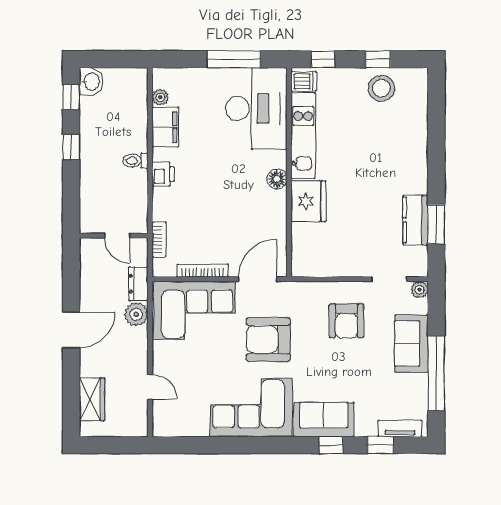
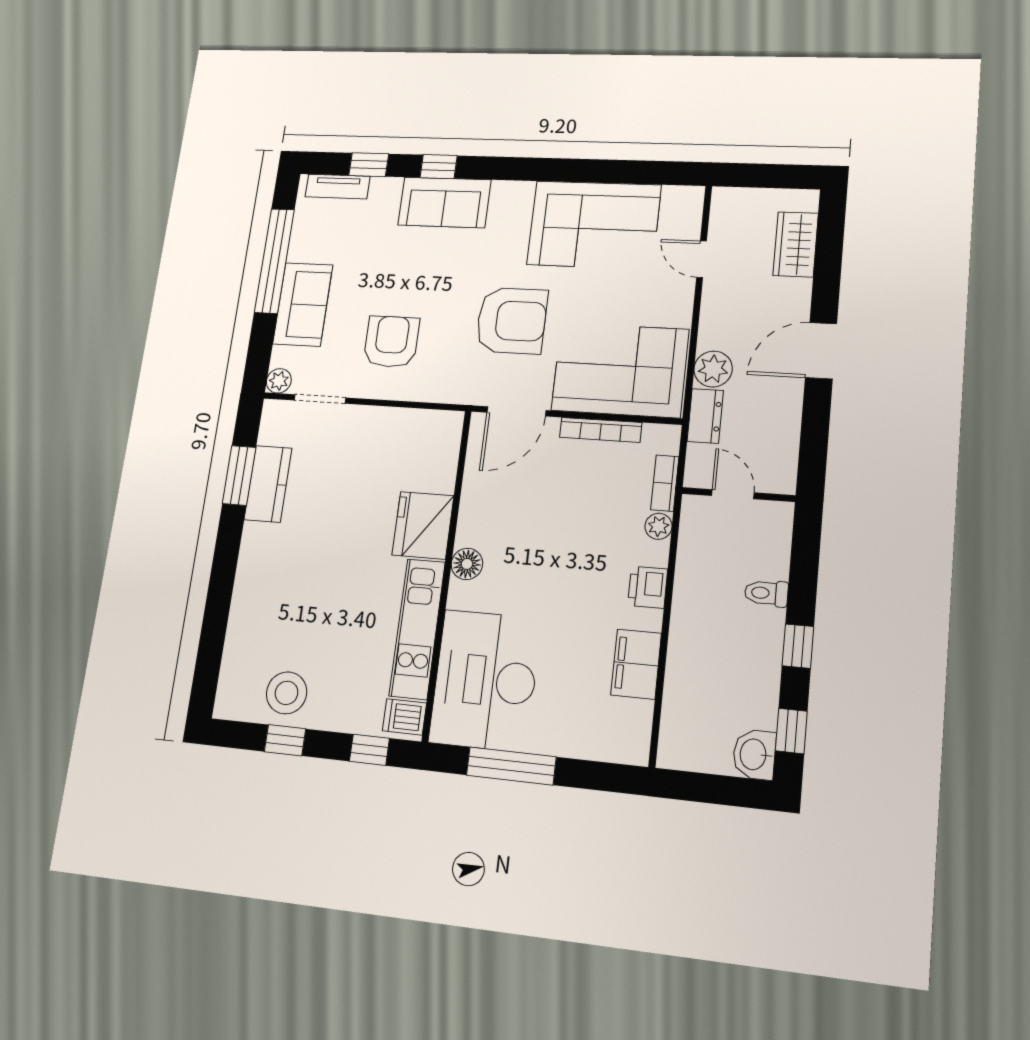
plant: (160, 97) -> (658, 526), moved
toilet: (135, 161) -> (766, 593), moved, turned 180
corner sofa: (251, 407) -> (594, 225), moved

